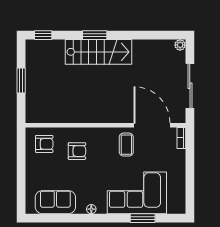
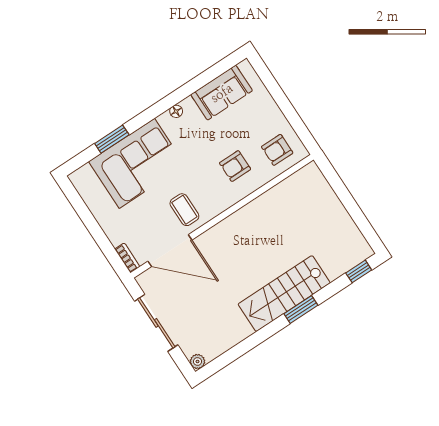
window: (21, 80) -> (350, 204), removed

